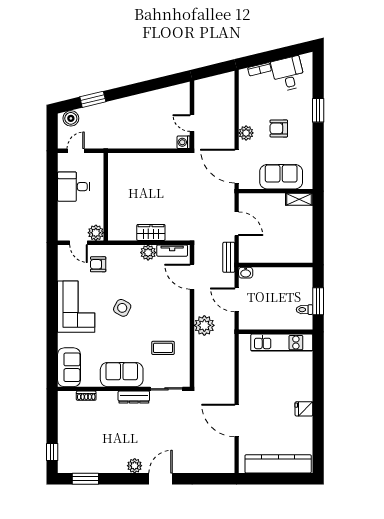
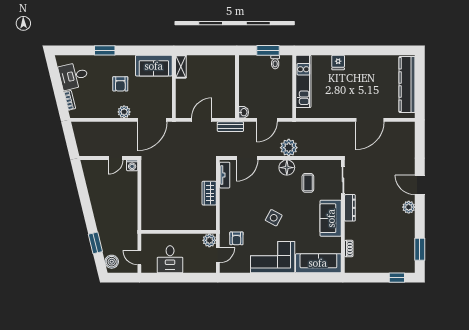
sofa: (281, 177) -> (154, 66), moved, turned -90
plant: (148, 253) -> (226, 196), removed
floor lamp: (181, 323) -> (287, 168), added
sofa: (69, 367) -> (318, 263), width x1.36
fridge: (304, 409) -> (338, 62), moved

